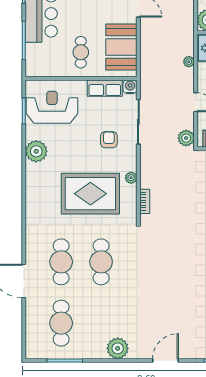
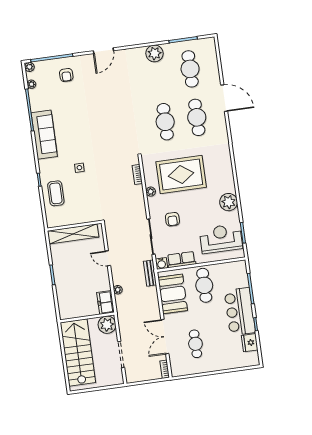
cafe table: (81, 52) -> (204, 285), width x1.37, depth x1.35
bench: (146, 77) -> (150, 273), added
reception desk: (52, 107) -> (221, 239), turned 180
plant: (186, 138) -> (111, 229), removed
plant: (118, 348) -> (154, 53), moved

